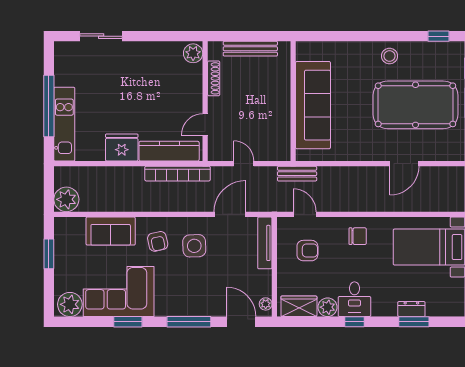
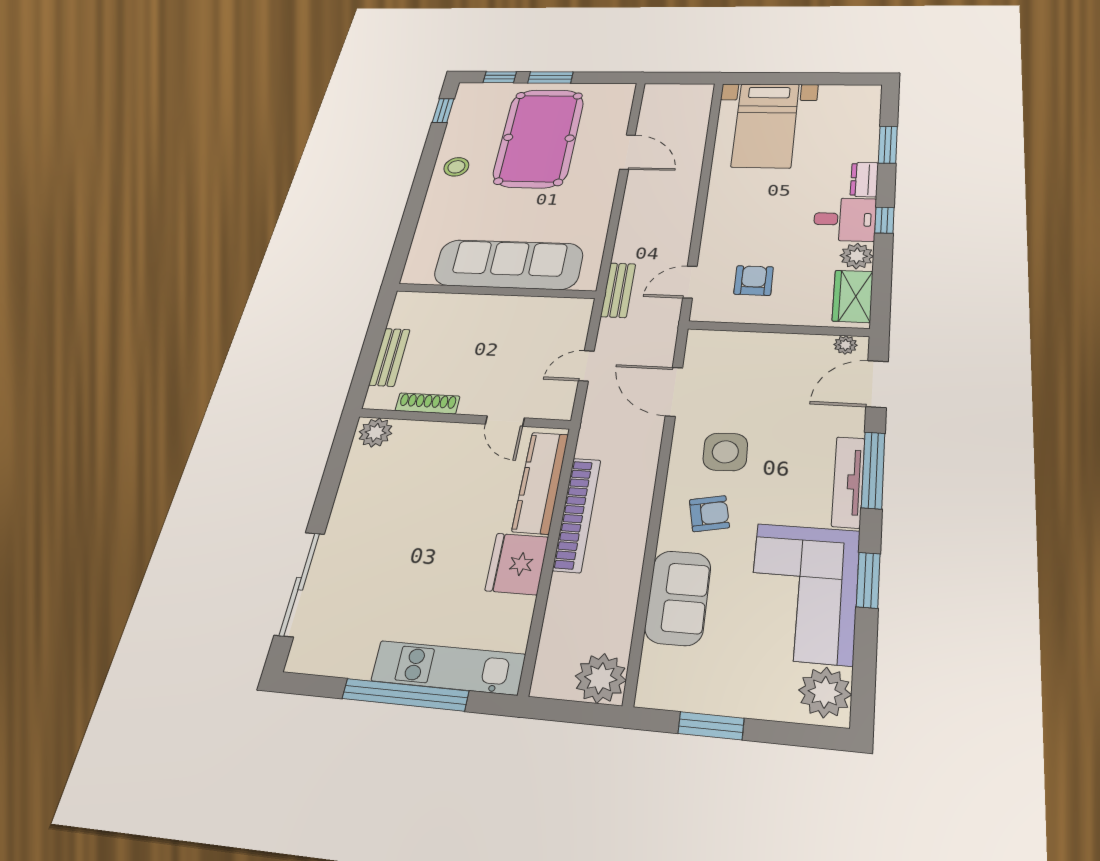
sliding door: (101, 36) -> (300, 584), width x1.37
bench: (250, 49) -> (390, 357), width x0.73
bookcase: (178, 174) -> (577, 514), moved
chair: (358, 236) -> (737, 212), removed
tv unit: (265, 243) -> (848, 482), moved, turned 90
dresser: (411, 309) -> (864, 179), moved

